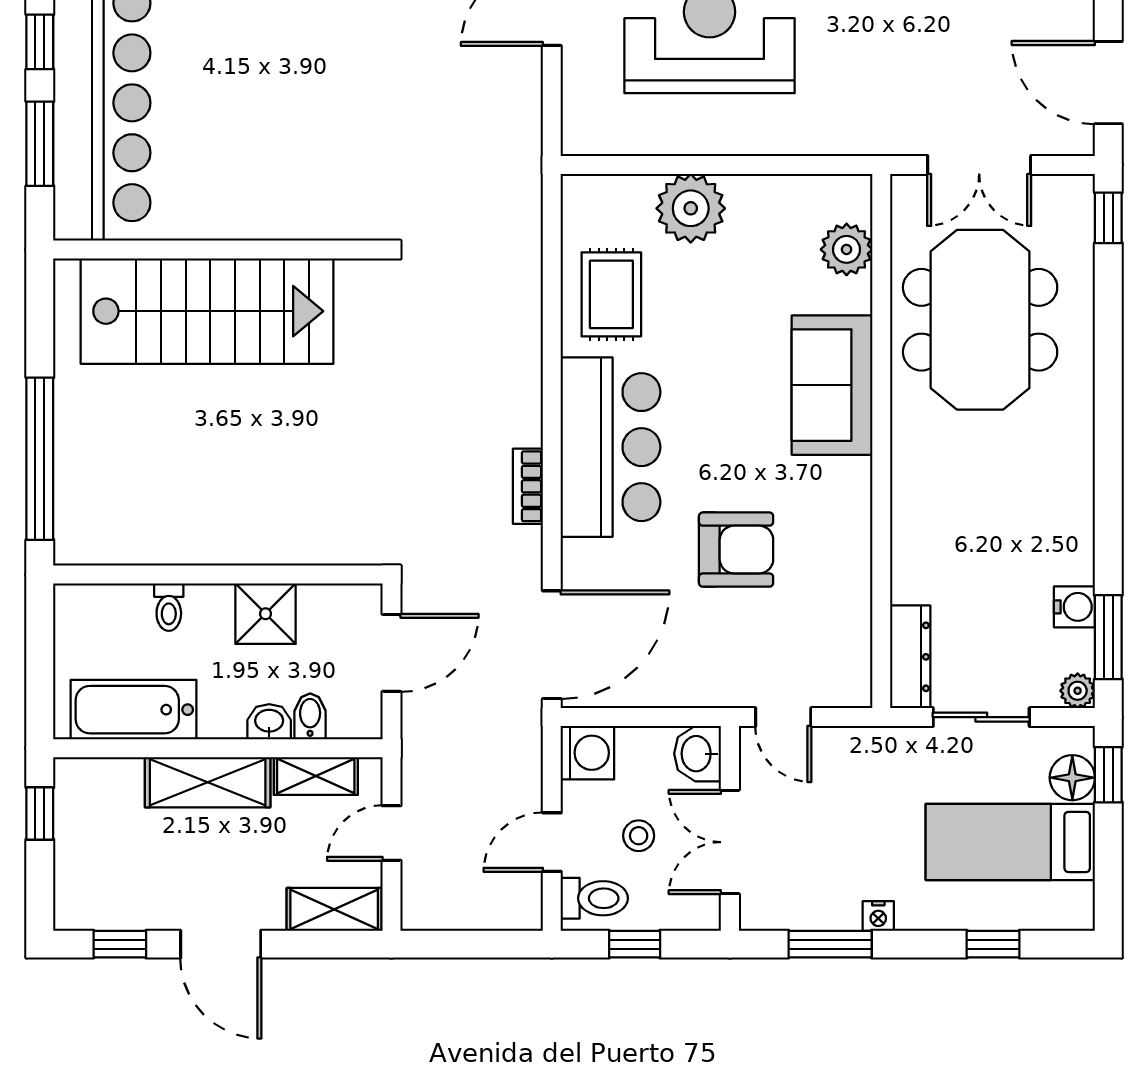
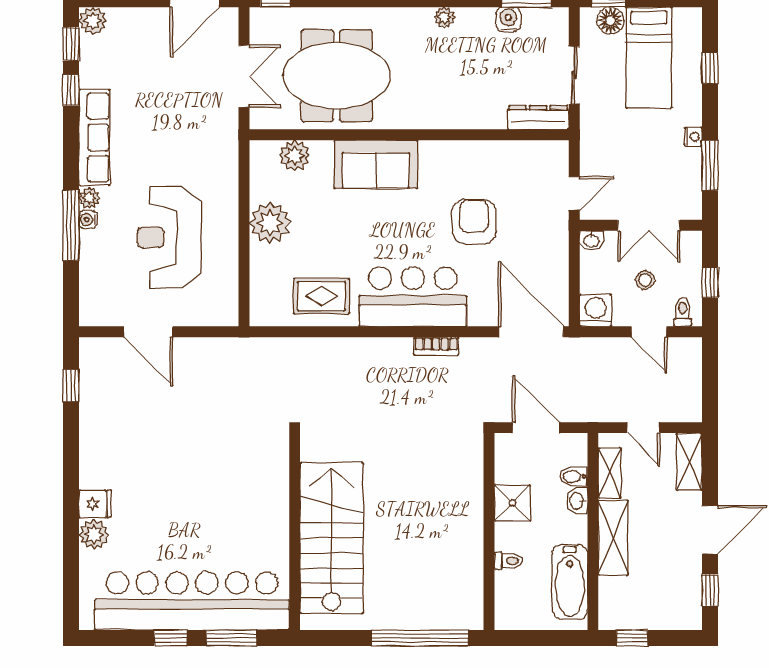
plant: (691, 208) -> (270, 223), moved
plant: (1078, 691) -> (444, 17), moved
washbasin: (698, 754) -> (591, 240), width x0.72, depth x0.69
toilet: (594, 898) -> (683, 312), width x0.73, depth x0.72

